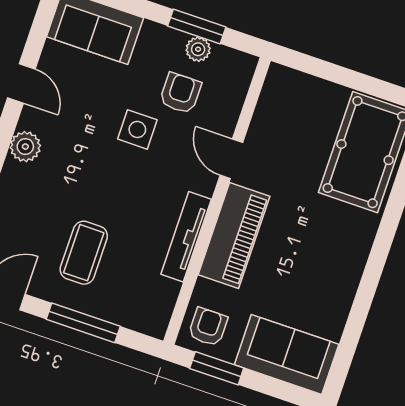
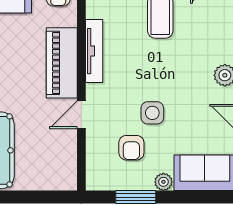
plant: (198, 49) -> (163, 182), moved
door: (231, 159) -> (81, 115), swing flipped

